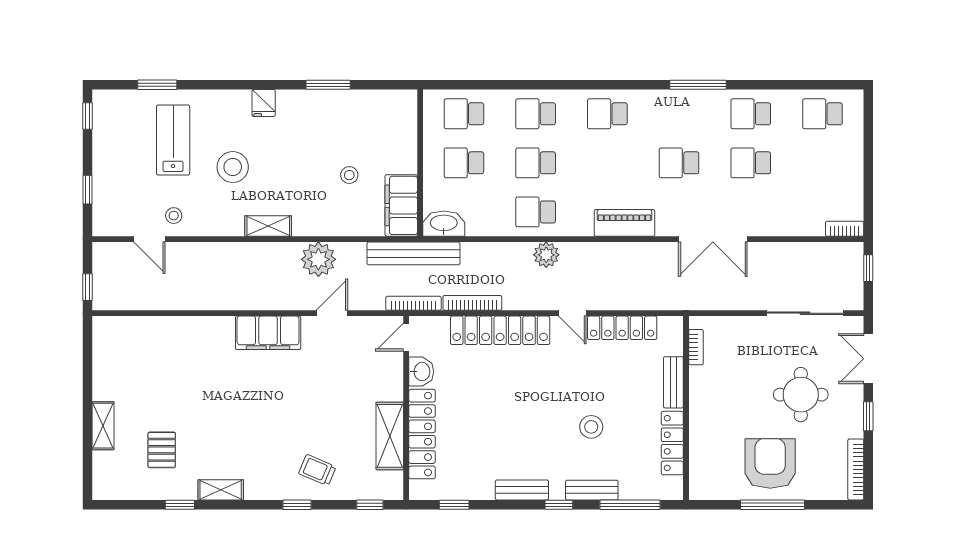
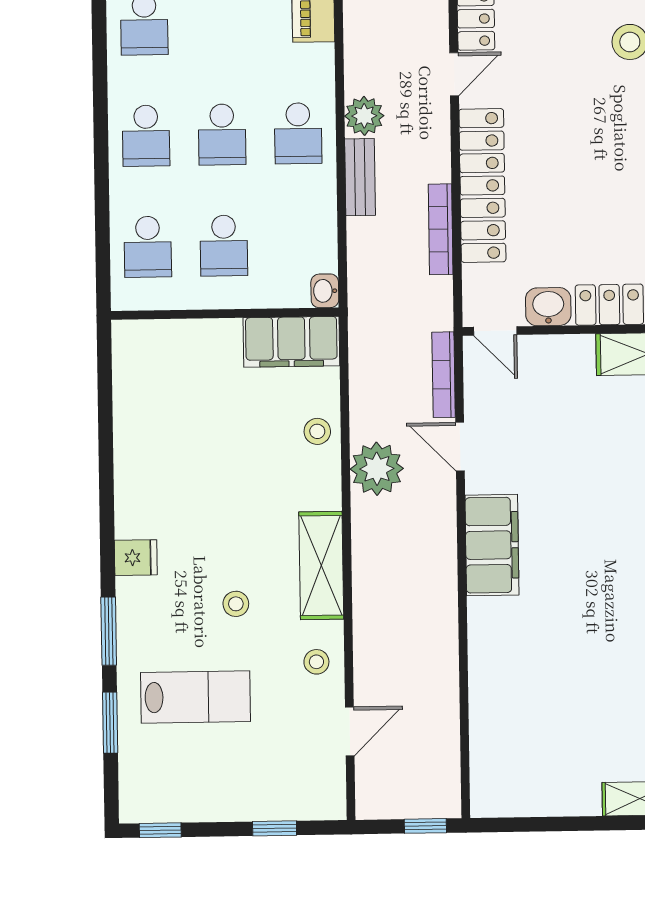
window: (328, 85) -> (109, 631), moved
lab bench: (173, 140) -> (195, 697), turned 180
stool: (233, 167) -> (236, 604), width x0.53, depth x0.53
stool: (349, 175) -> (317, 431), moved
stool: (174, 216) -> (316, 662), moved
washbasin: (444, 224) -> (325, 291), width x0.52, depth x0.69
shelving: (268, 226) -> (321, 566), width x1.50, depth x1.33
bench: (413, 253) -> (360, 177), moved, width x0.54, depth x0.82
bookcase: (414, 303) -> (444, 375), moved

